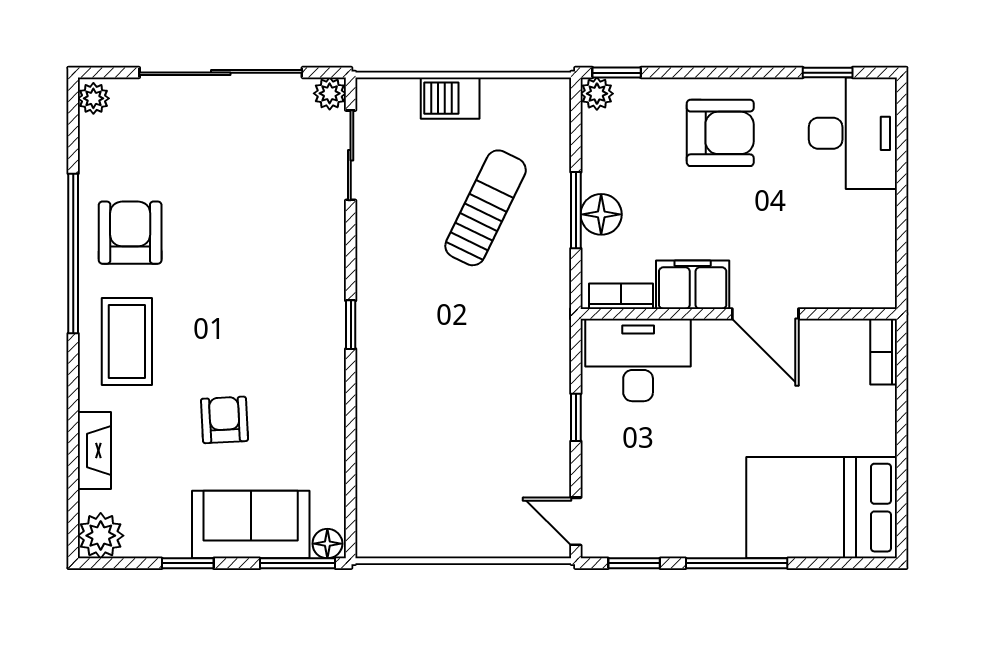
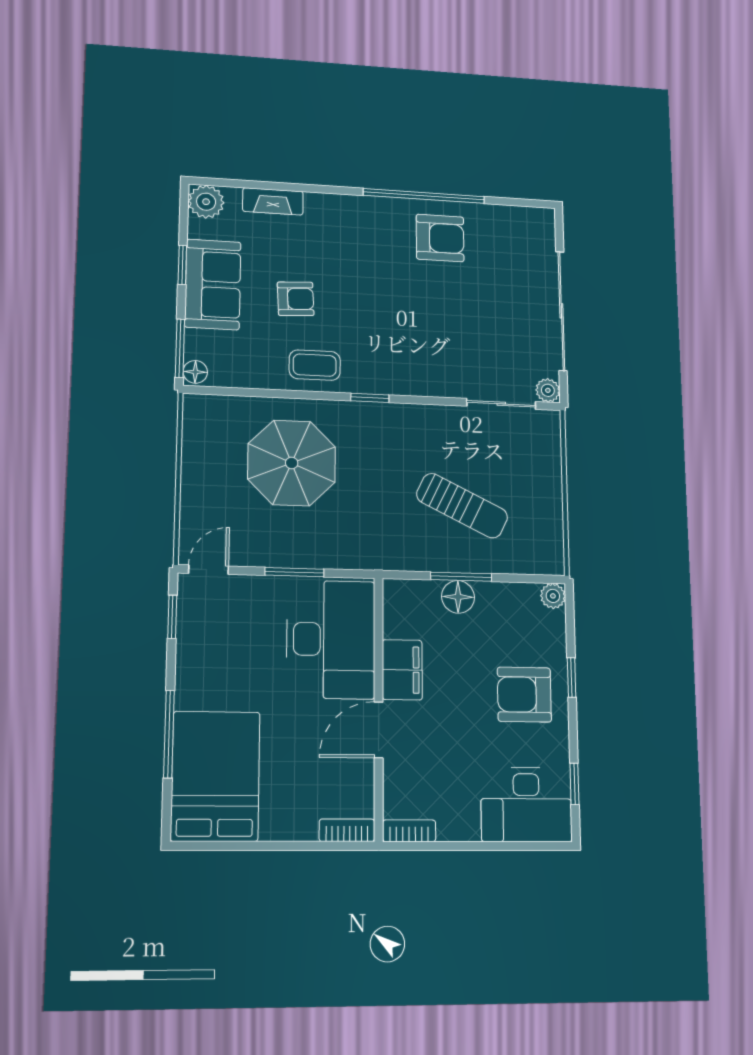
window: (617, 73) -> (572, 677), moved
plant: (93, 98) -> (540, 218), removed
barbecue: (450, 98) -> (547, 481), removed
armchair: (720, 133) -> (524, 695), turned 90
bookcase: (621, 296) -> (409, 831), moved, turned -90
coffee table: (127, 342) -> (315, 365), moved, width x0.73, depth x0.77
desk: (638, 360) -> (331, 639), width x1.36, depth x1.30
window: (576, 417) -> (294, 572), width x1.50
parasol: (439, 422) -> (292, 463), added
sofa: (251, 524) -> (213, 284), moved
window: (737, 563) -> (169, 734), moved

